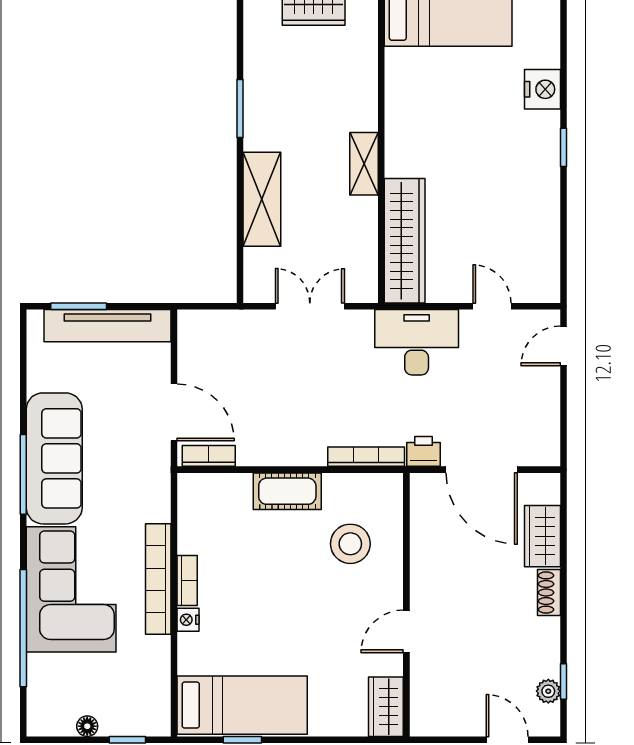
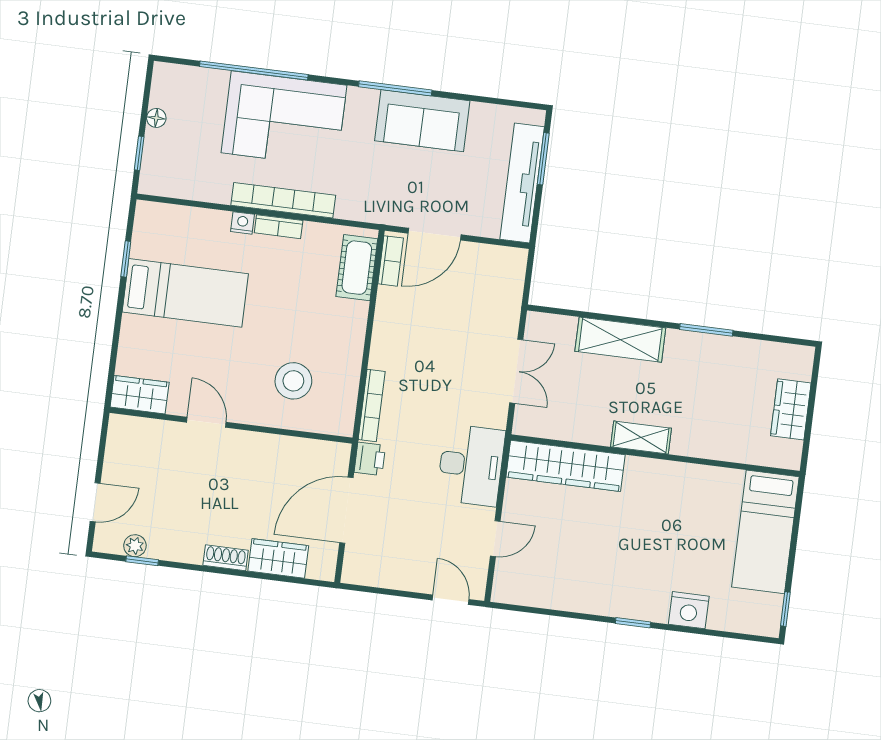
sofa: (54, 458) -> (422, 121), width x0.73
cot: (287, 491) -> (357, 268), moved
bed: (242, 705) -> (185, 293), moved, turned -90

